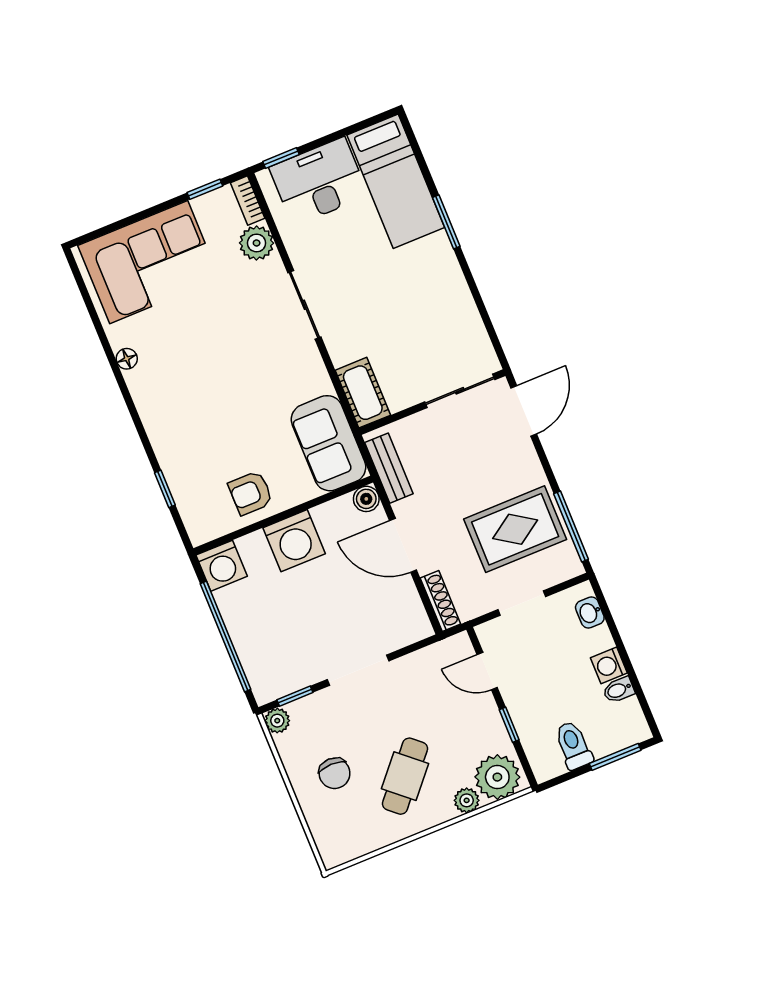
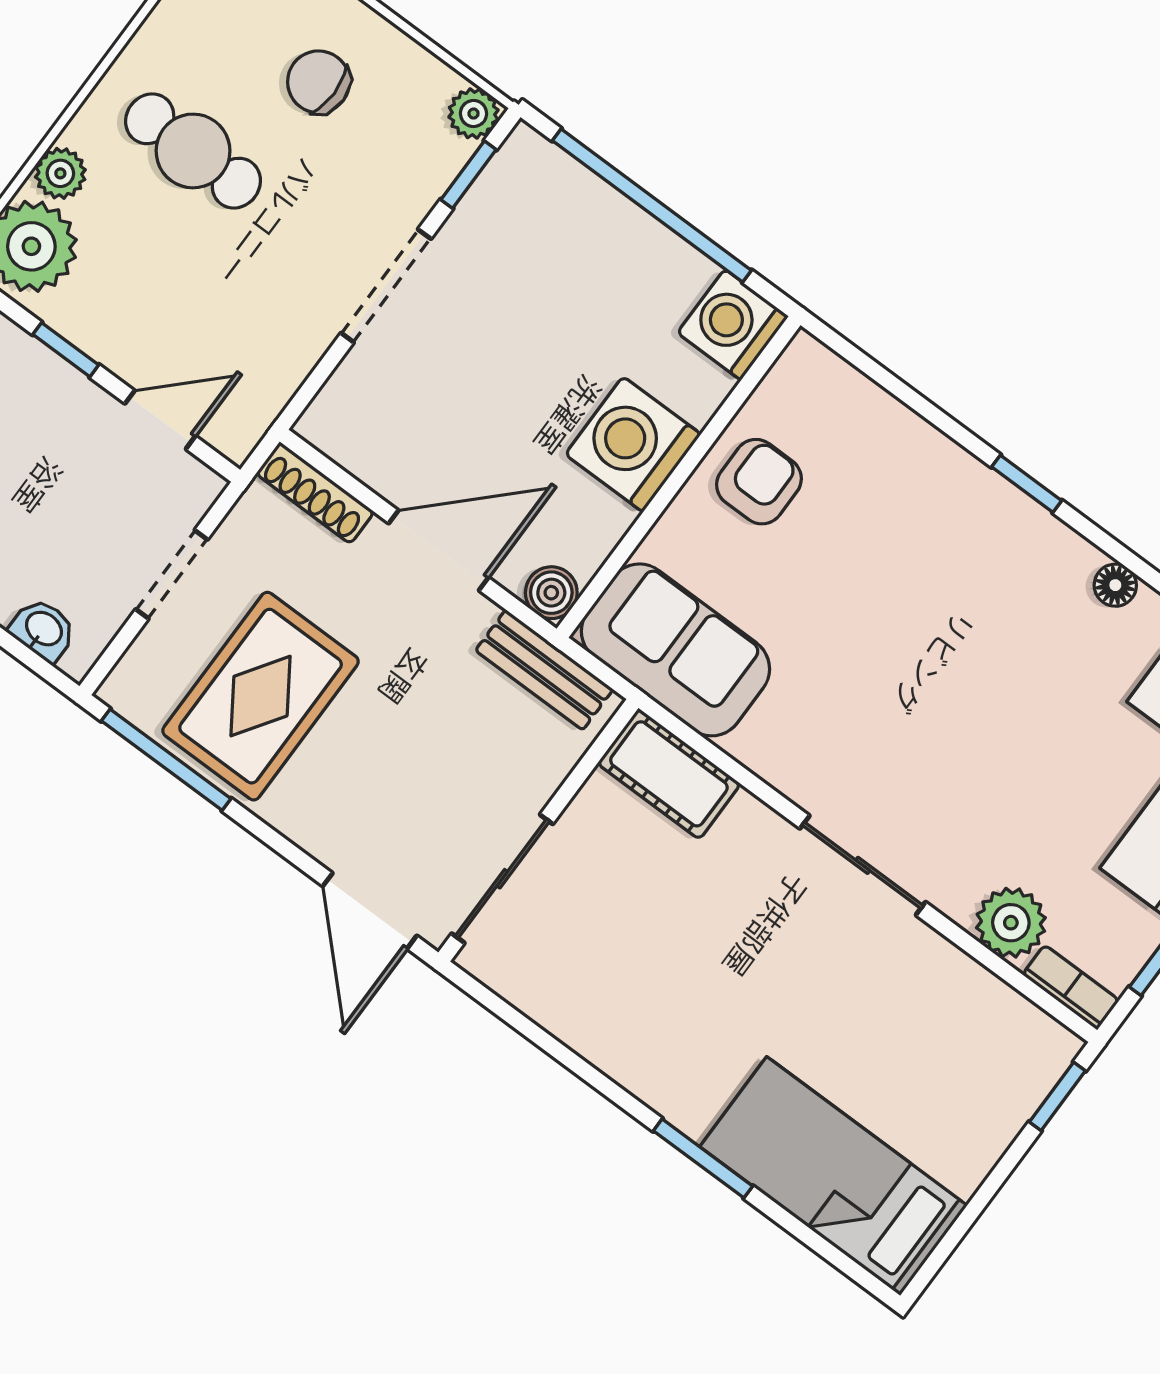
desk: (319, 181) -> (967, 1095), removed
window: (165, 489) -> (1027, 484), moved
cafe table: (405, 776) -> (193, 151), turned -41

